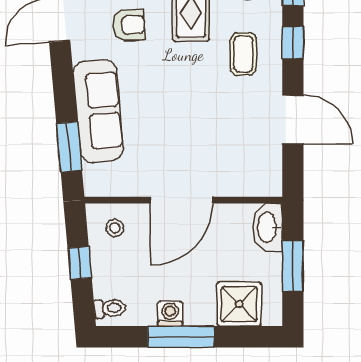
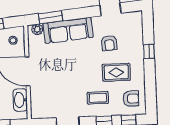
plant: (94, 176) -> (37, 29), added
washbasin: (268, 227) -> (20, 100), moved, turned -90

